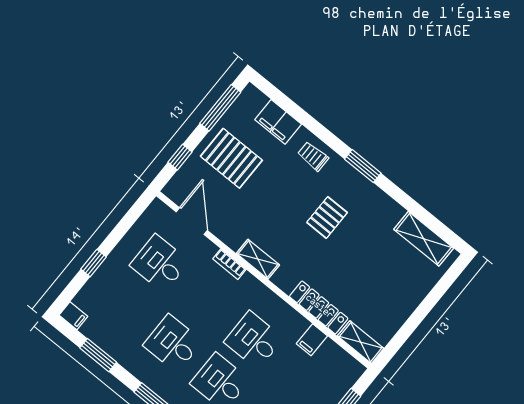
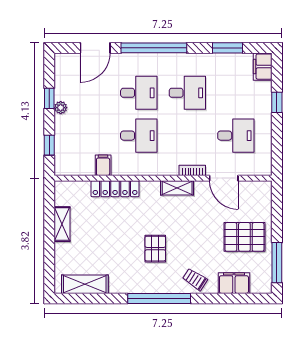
trolley: (313, 156) -> (195, 279), turned -147
window: (180, 157) -> (277, 212), removed
window: (363, 166) -> (159, 298), width x2.11
door: (192, 221) -> (224, 178), moved
filing cabinet: (73, 316) -> (263, 67), width x2.00
shelving: (361, 342) -> (62, 224), moved, turned 90

